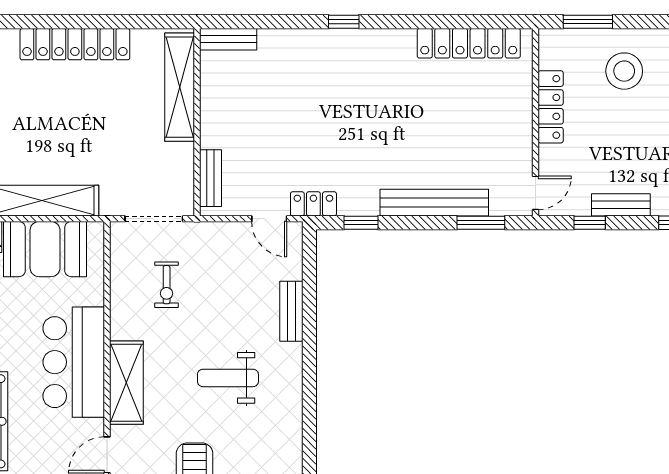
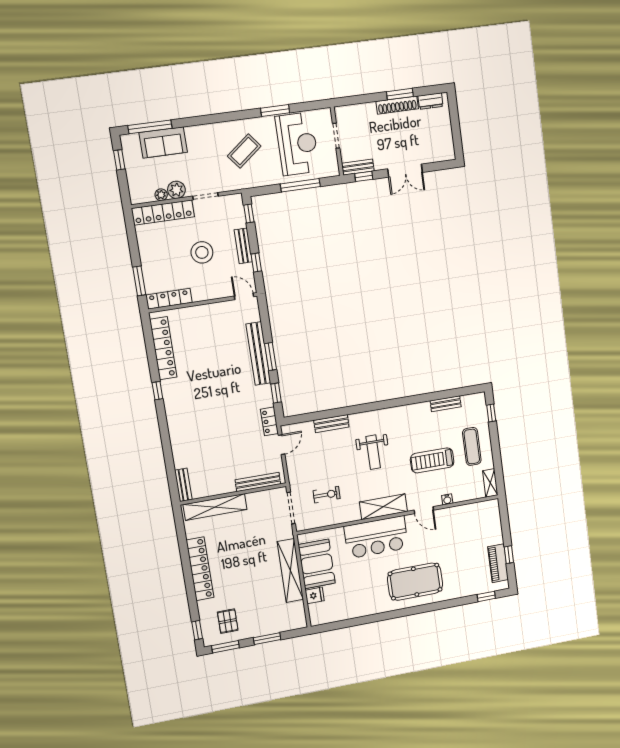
window: (344, 22) -> (157, 391), moved
stool: (624, 71) -> (202, 252), moved
locker: (551, 107) -> (169, 299), moved
bench: (211, 178) -> (258, 482), width x1.36
window: (481, 223) -> (270, 357), moved

